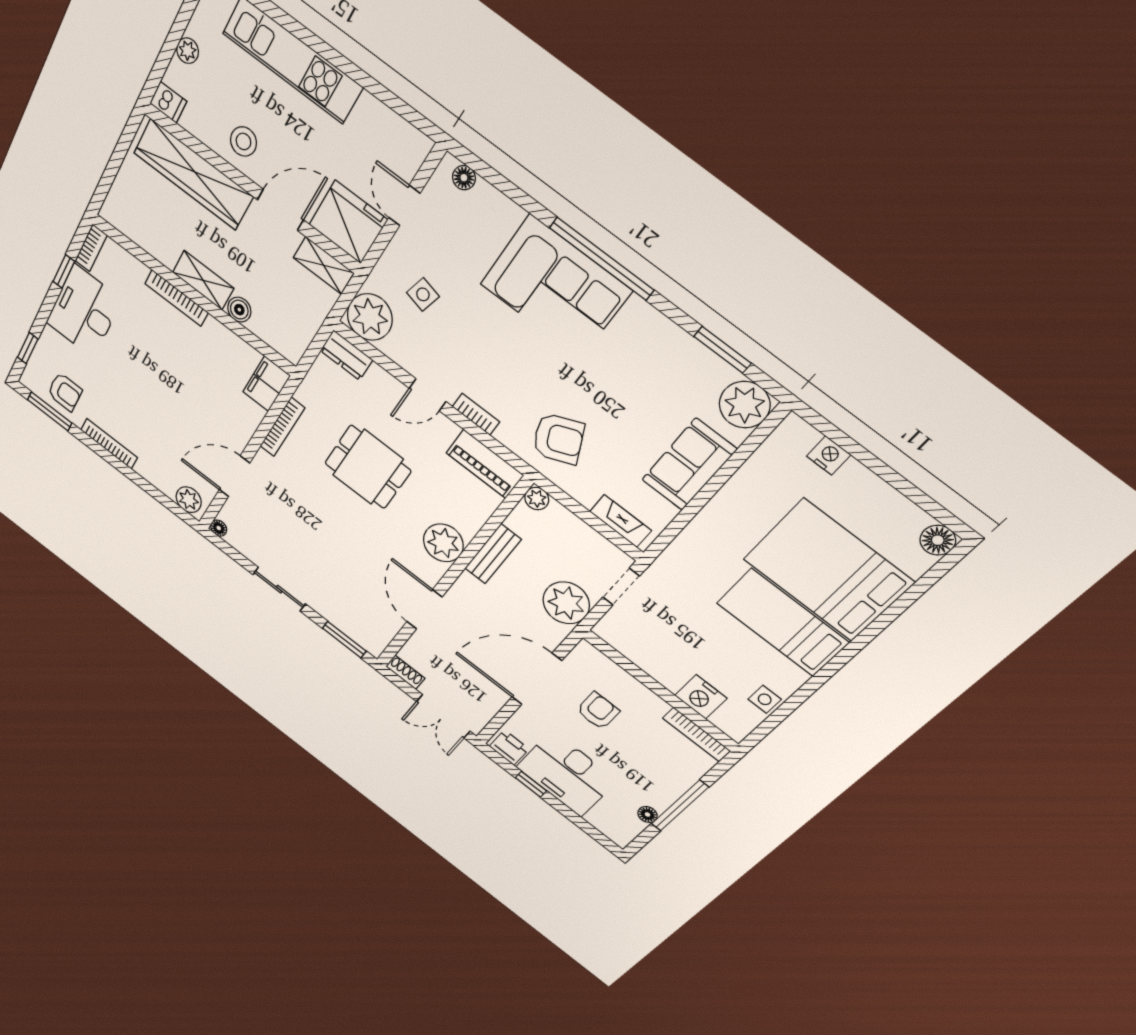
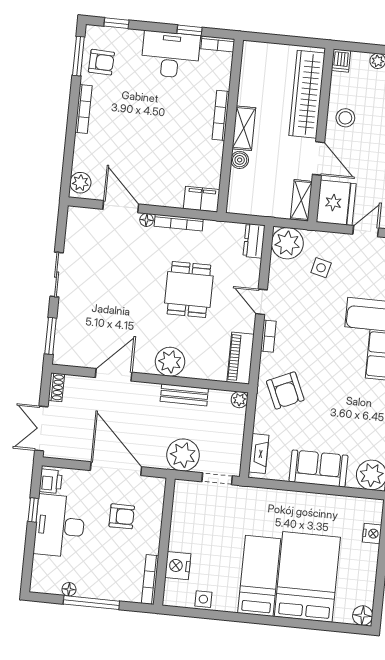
armchair: (65, 392) -> (101, 62), turned -88
floor lamp: (219, 528) -> (146, 220), moved

